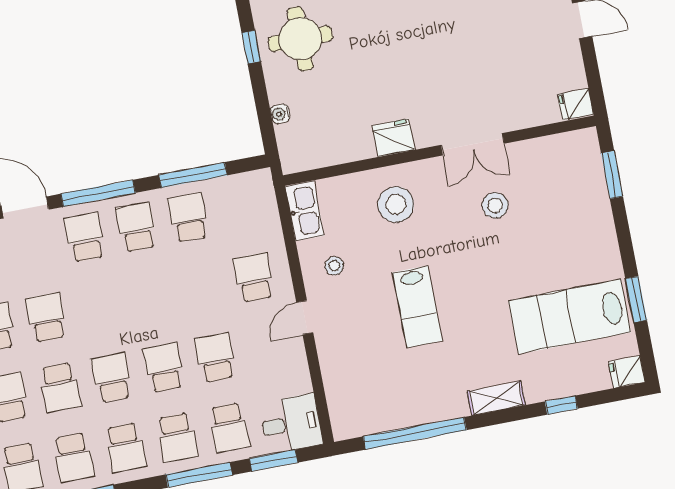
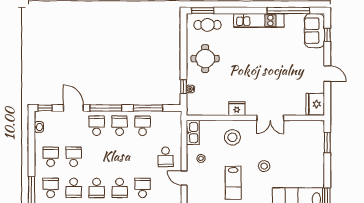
window: (251, 47) -> (183, 87), moved
fridge: (576, 104) -> (315, 104), width x1.88, depth x1.34
stool: (495, 205) -> (264, 166), moved
school desk: (254, 277) -> (166, 157), turned 180
door: (305, 317) -> (184, 178), hinge flipped
school desk: (164, 368) -> (120, 188), turned 180
school desk: (112, 378) -> (97, 188), turned 180

